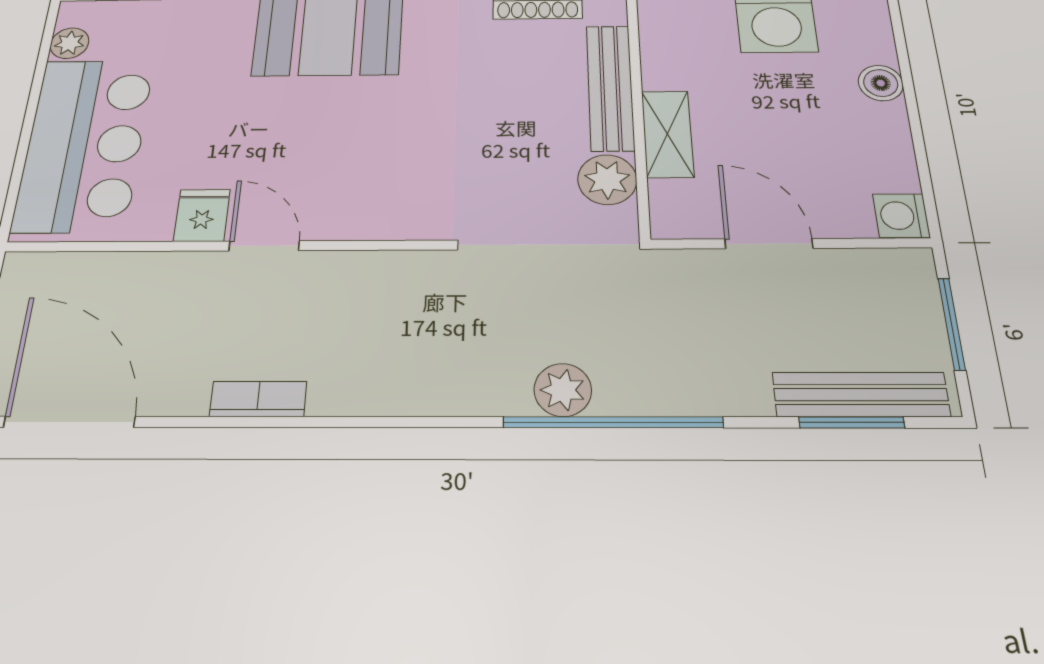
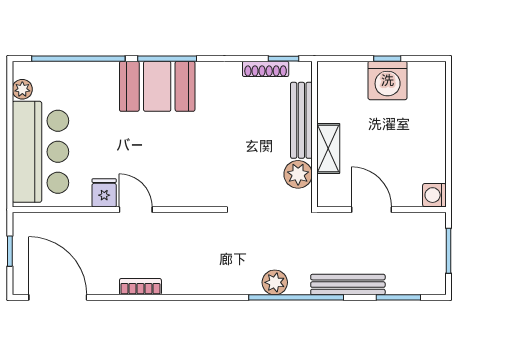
boiler: (881, 83) -> (435, 119), removed
bench: (861, 395) -> (348, 285), moved

